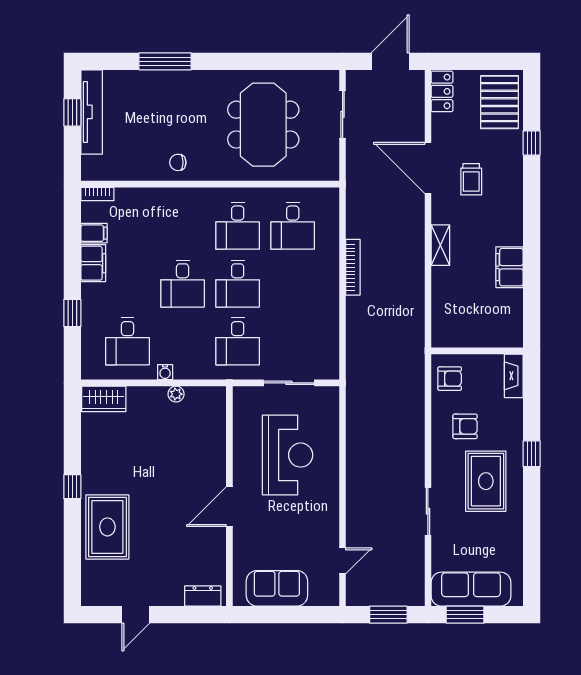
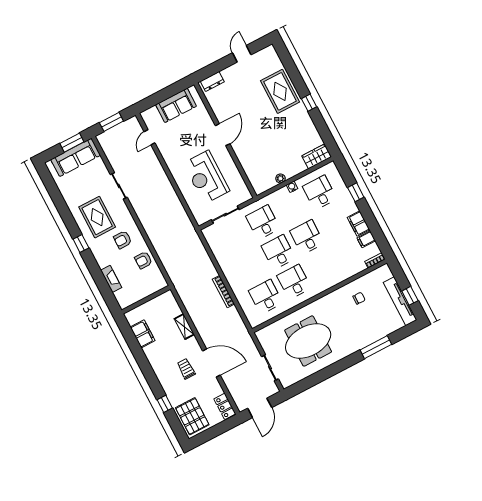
meeting table: (263, 125) -> (308, 341), turned 90
chair: (178, 162) -> (359, 298), moved
wall: (477, 351) -> (146, 300), moved

